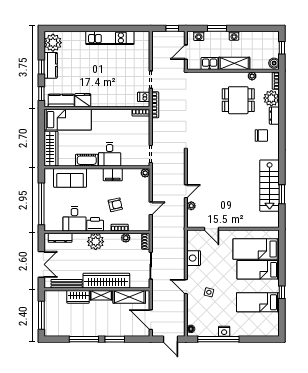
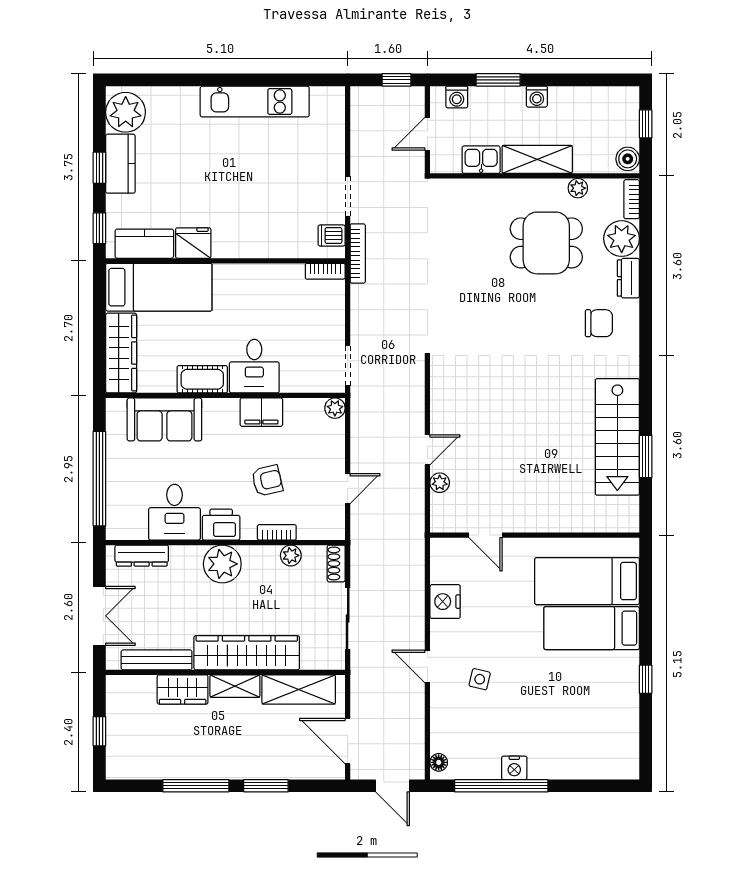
bed: (258, 302) -> (591, 702), removed
window: (41, 315) -> (99, 731), width x0.46

